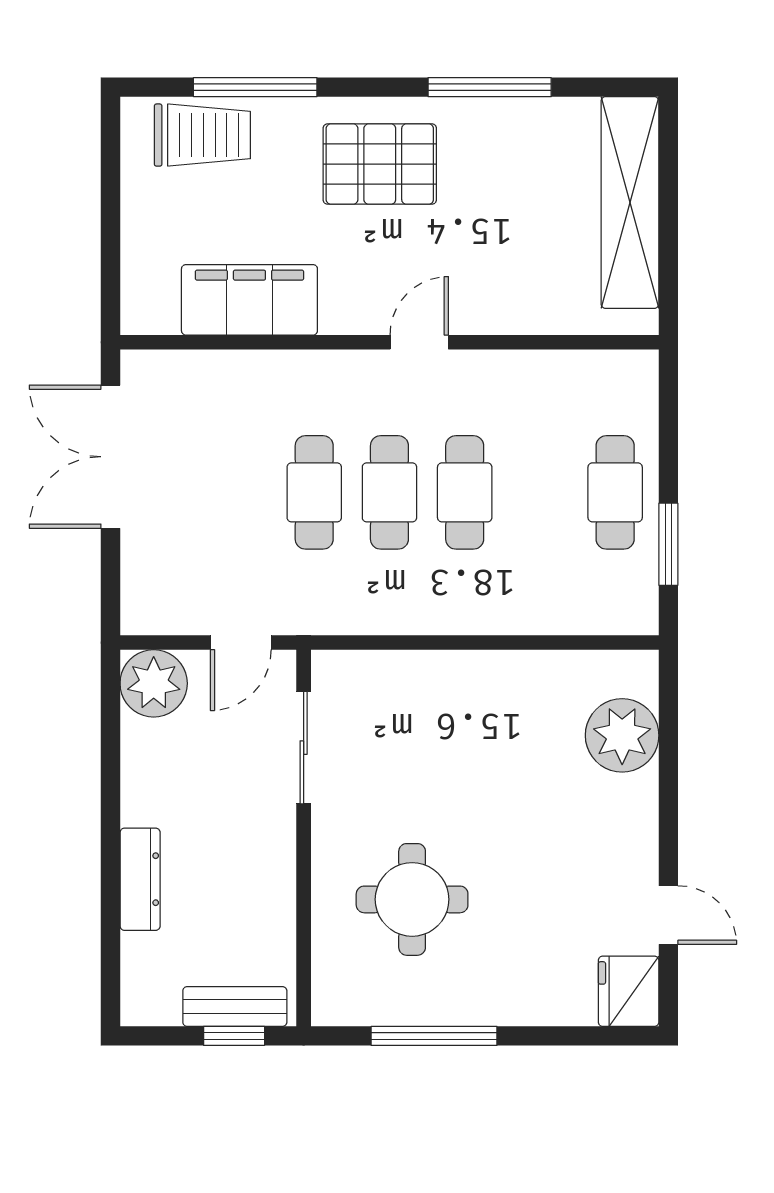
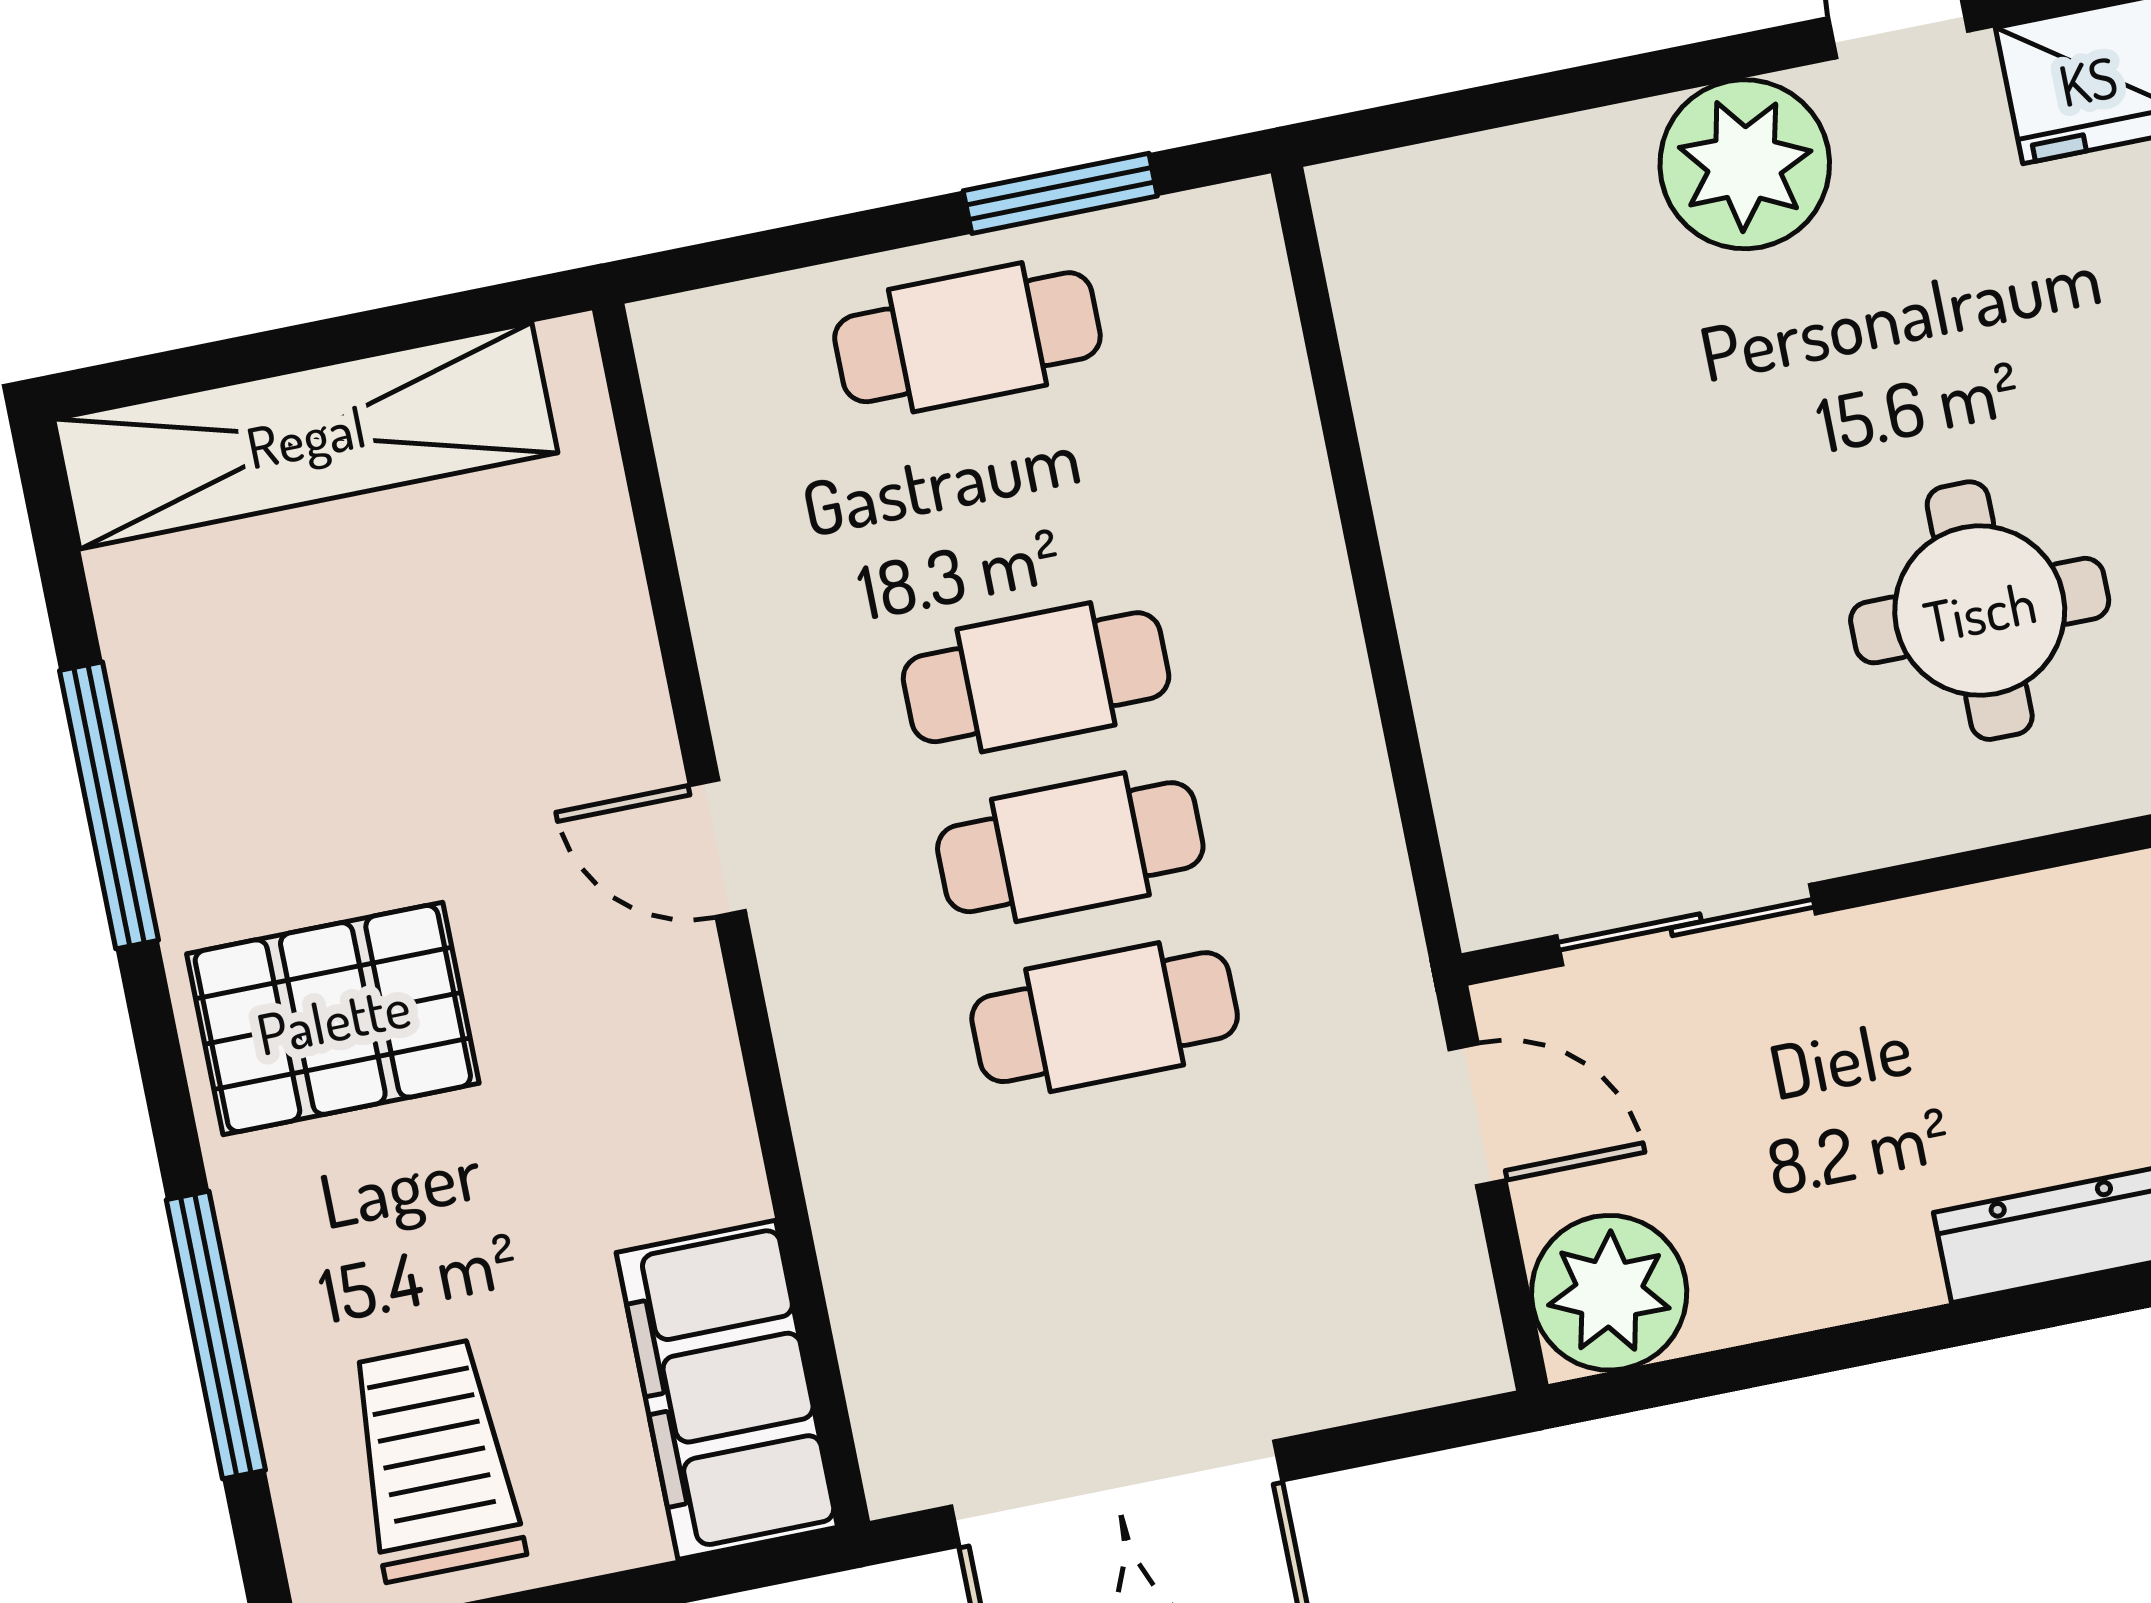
trolley: (202, 135) -> (435, 1460), moved
pallet: (380, 164) -> (333, 1019), turned 90
filing cabinet: (249, 300) -> (727, 1390), moved
plant: (622, 735) -> (1745, 164), moved

